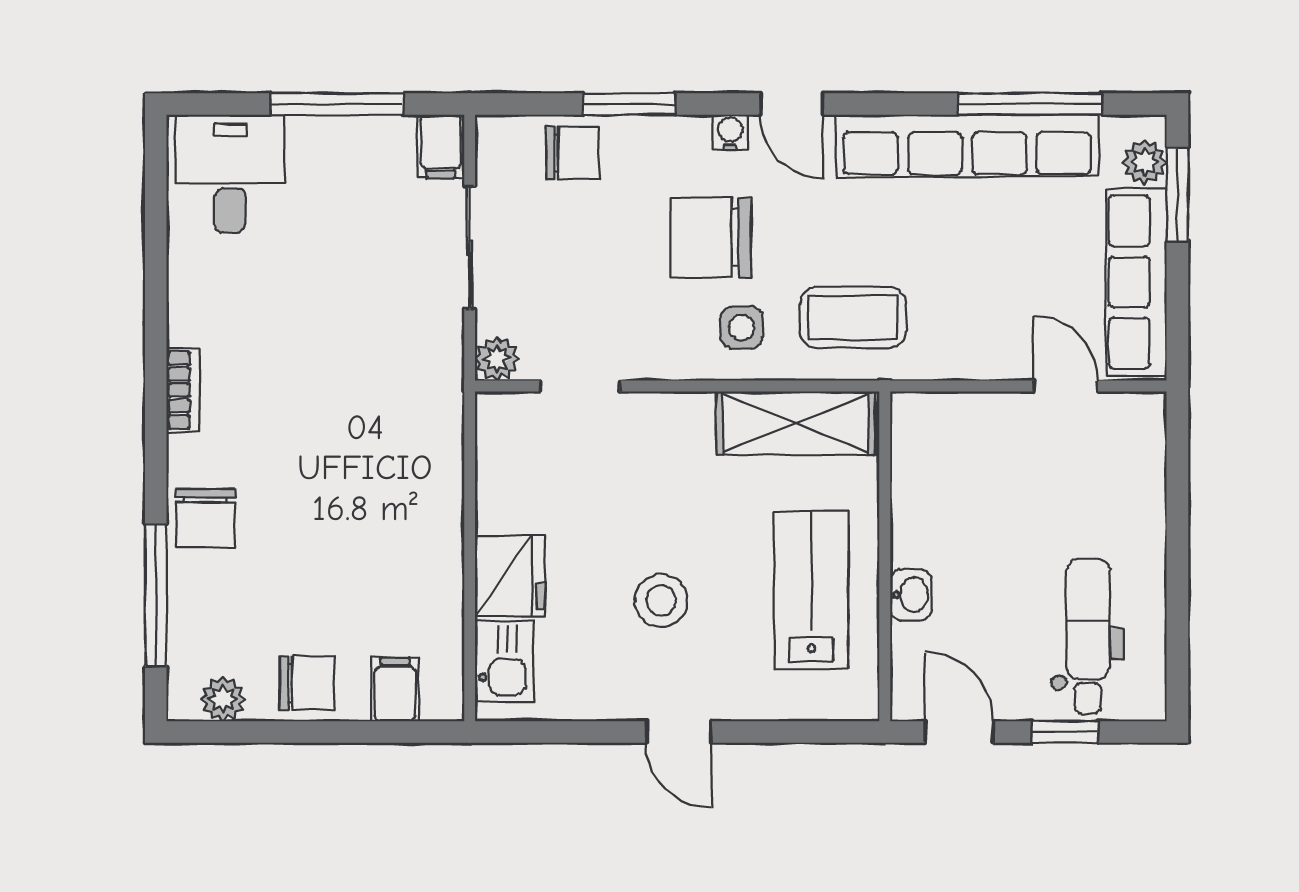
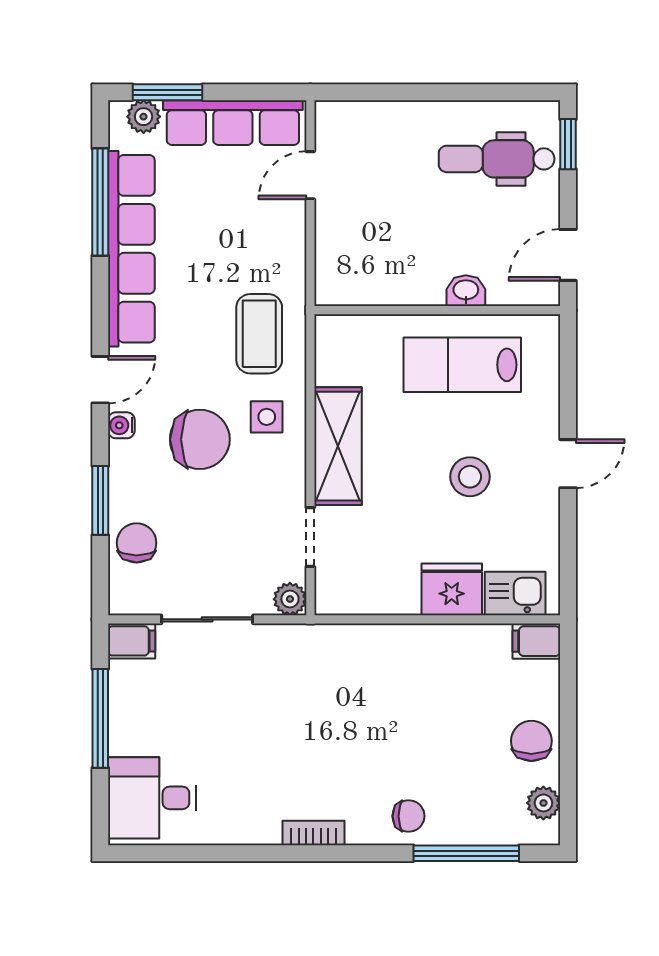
chair: (711, 238) -> (200, 439), turned -90
shelving: (795, 423) -> (338, 446), moved
chair: (206, 518) -> (408, 816), width x0.73, depth x0.73
filing cabinet: (395, 689) -> (536, 641), moved
window: (1065, 732) -> (568, 144), moved

